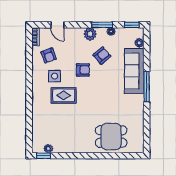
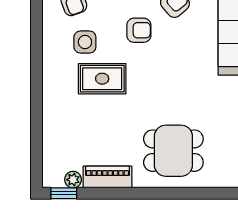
dining table: (111, 137) -> (173, 151), moved
piano: (66, 147) -> (107, 177), added

